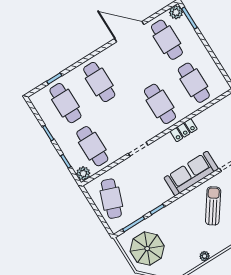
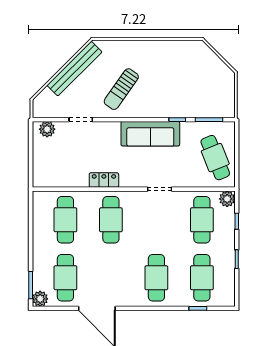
sofa: (191, 173) -> (150, 134), moved
cafe table: (111, 199) -> (215, 158), turned -42
parasol: (147, 249) -> (211, 88), removed
plant: (205, 256) -> (160, 46), removed

